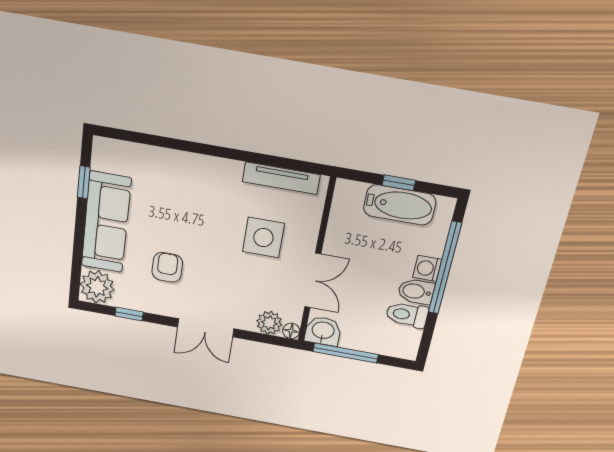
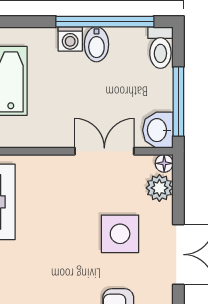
side table: (263, 238) -> (120, 234), moved
window: (445, 268) -> (105, 22), moved
toilet: (407, 315) -> (160, 48), moved

